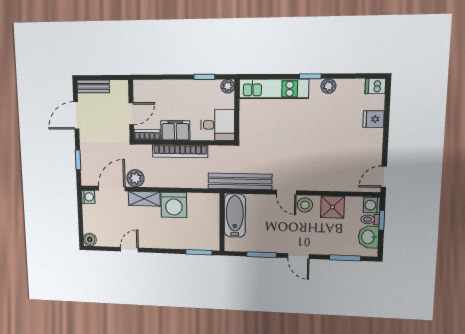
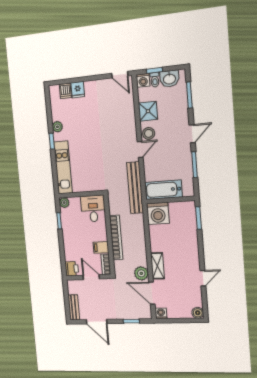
dishwasher: (375, 86) -> (65, 91), moved
printer: (142, 88) -> (72, 269), added
filing cabinet: (175, 130) -> (101, 247), width x0.50
washing machine: (174, 205) -> (158, 213), moved, turned 90
door: (129, 250) -> (203, 278), swing flipped

